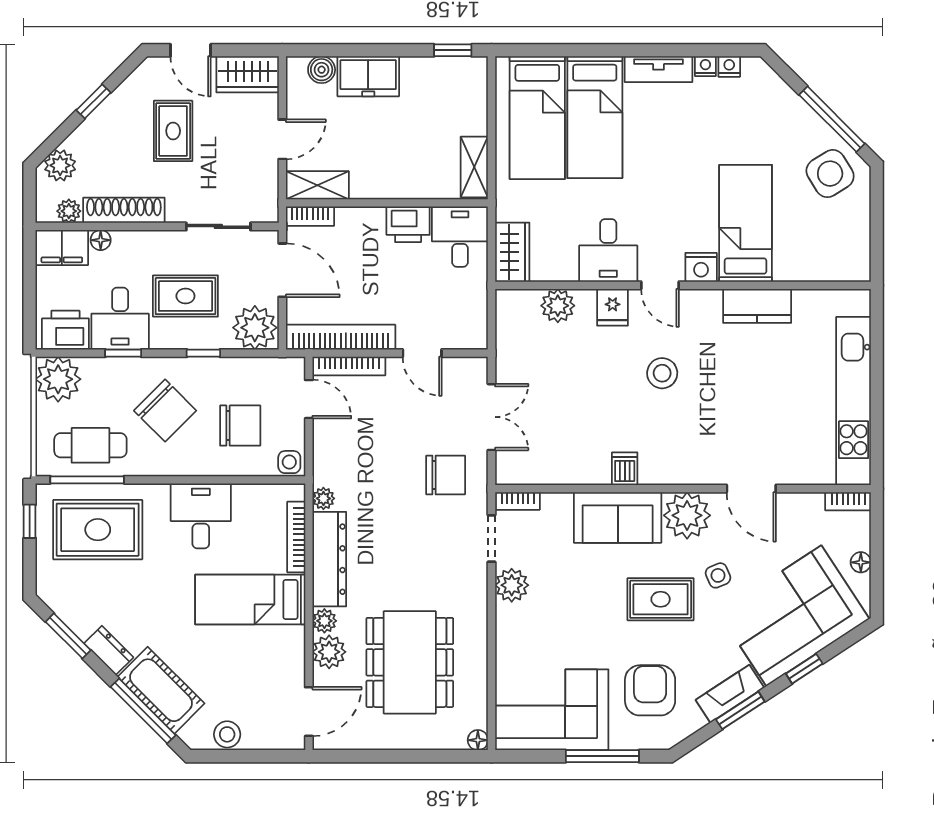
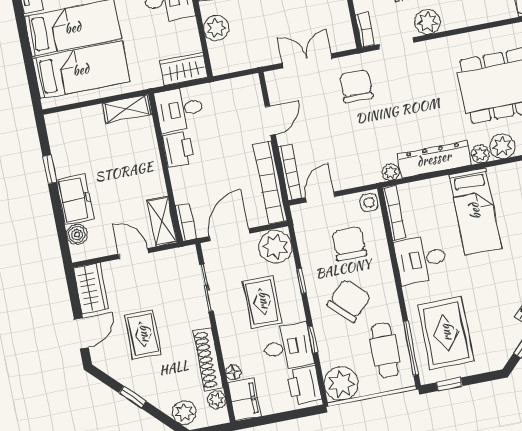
window: (453, 50) -> (50, 169), moved
rug: (173, 131) -> (143, 335), turned 90
bookcase: (296, 537) -> (394, 213), moved, turned -90

